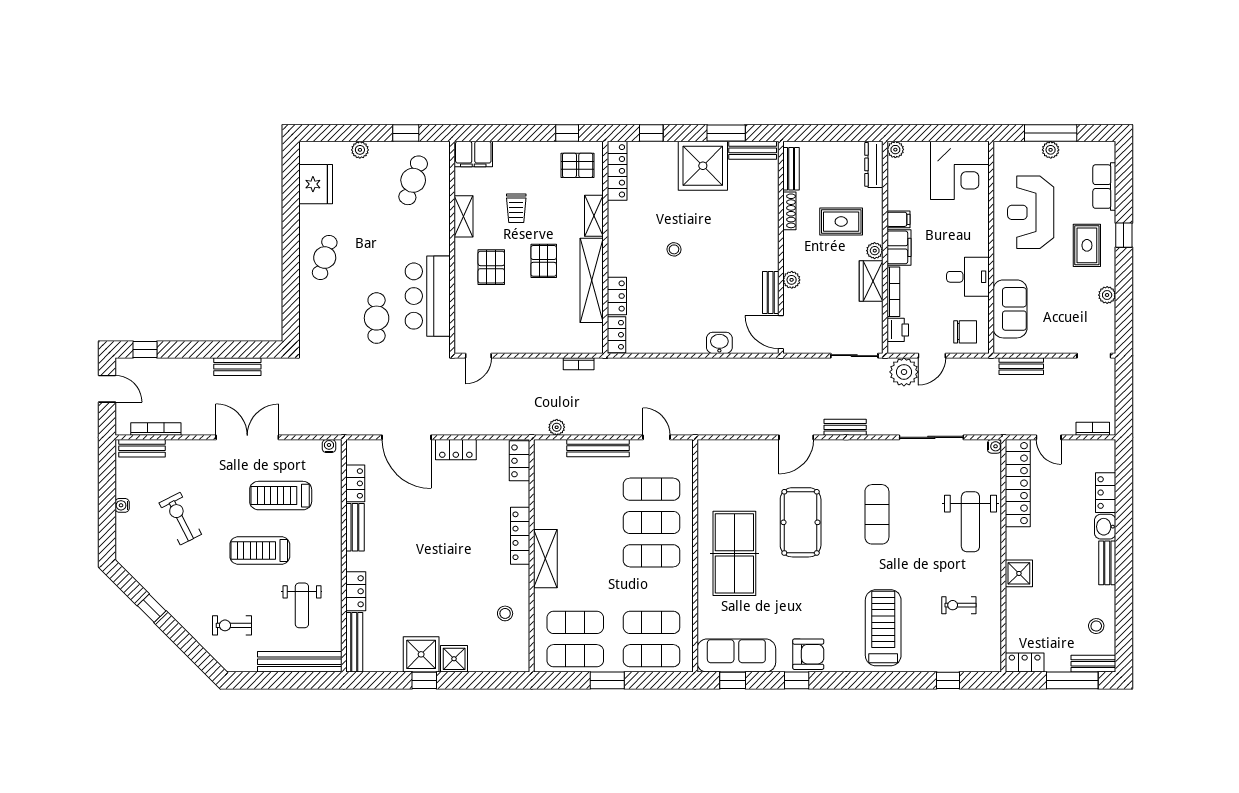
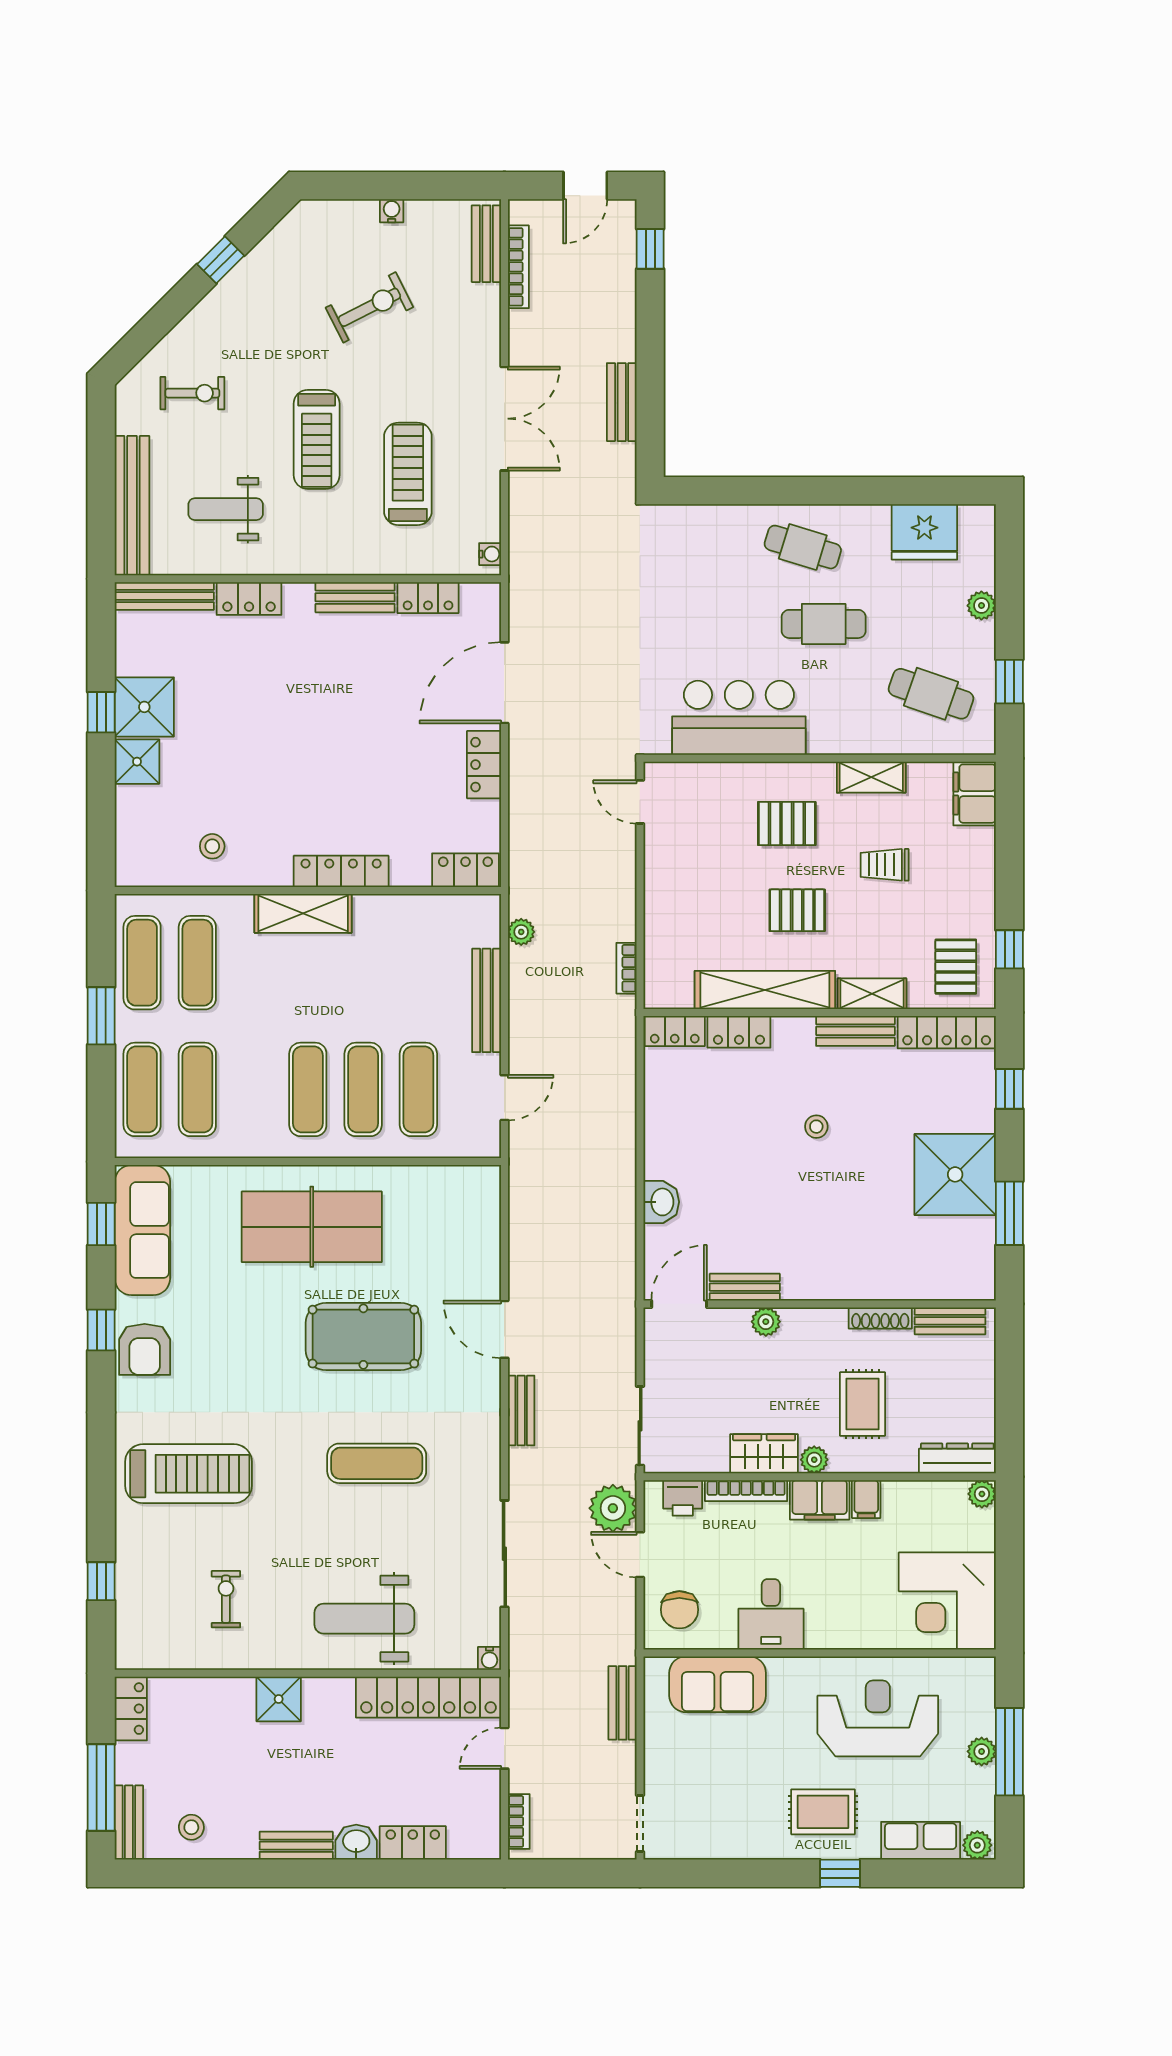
bench: (753, 150) -> (855, 1031), moved, turned 90
plant: (1107, 295) -> (977, 1845), moved
cafe table: (377, 318) -> (824, 624), moved
treadmill: (260, 551) -> (317, 439), turned 180
exercise bike: (232, 625) -> (192, 393), turned 90

